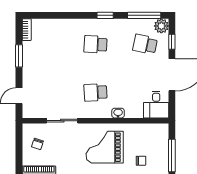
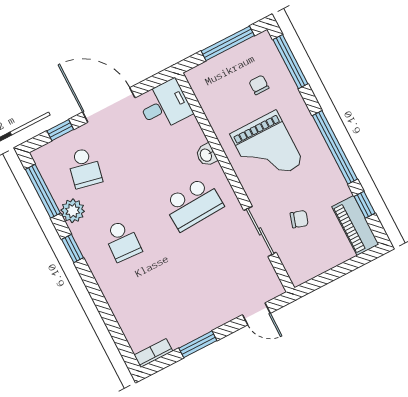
plant: (161, 26) -> (73, 211), moved
school desk: (95, 92) -> (193, 204), width x1.85
chair: (37, 144) -> (299, 219), moved

